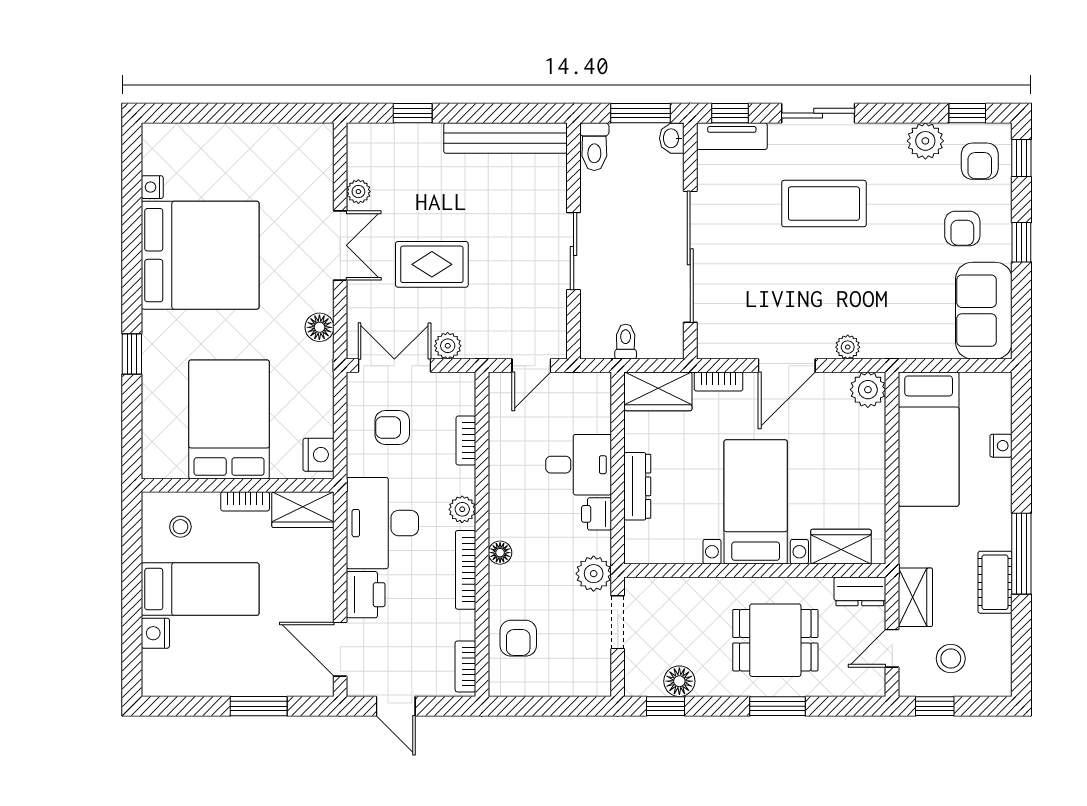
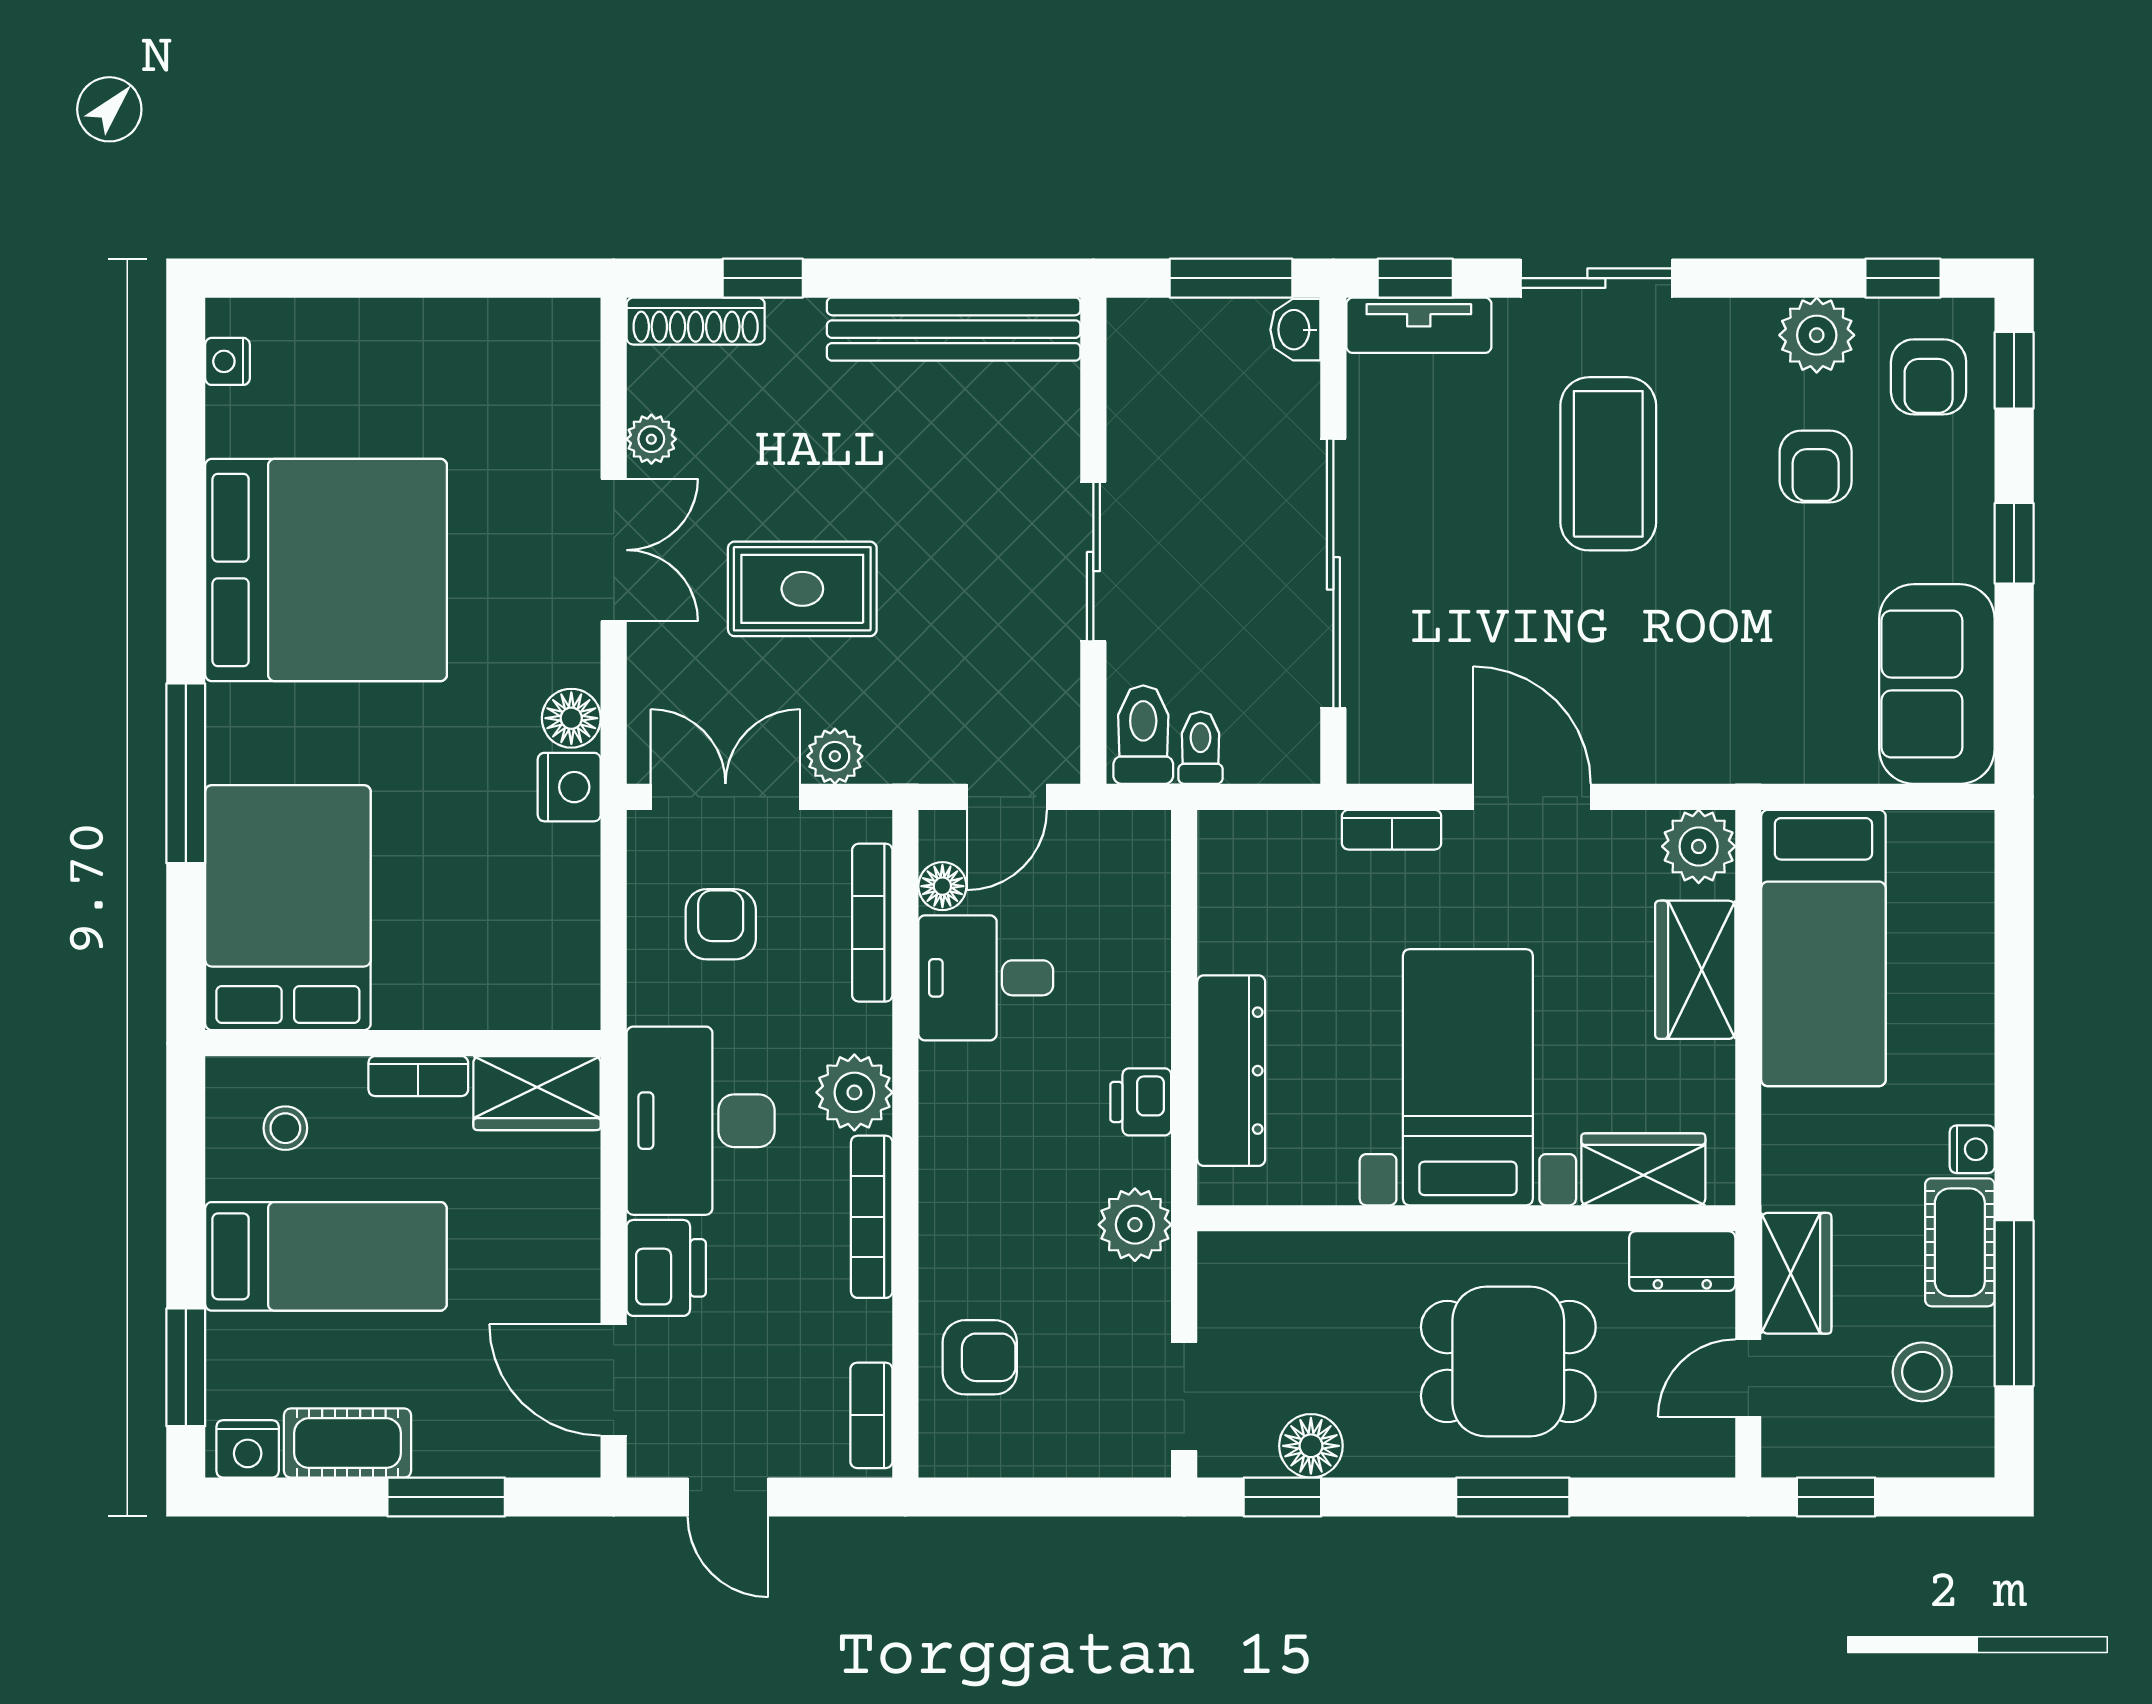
shoe rack: (380, 134) -> (696, 321), added
toilet: (594, 147) -> (1143, 735), moved, turned 180
nightstand: (152, 187) -> (227, 361), moved
coffee table: (824, 204) -> (1608, 464), turned 90
armchair: (962, 229) -> (1816, 466), moved
plant: (848, 347) -> (1657, 759), removed
window: (132, 354) -> (186, 773), width x2.17
door: (787, 366) -> (1532, 797), swing flipped
wardrobe: (658, 391) -> (1695, 970), moved, turned 90
bed: (229, 419) -> (288, 908), moved
armchair: (392, 427) -> (721, 924), turned 90
bookcase: (466, 441) -> (872, 923), width x1.56
nightstand: (1001, 446) -> (1972, 1149), moved
nightstand: (318, 455) -> (569, 787), moved
desk: (579, 465) -> (986, 978), moved, turned 180
dresser: (637, 486) -> (1231, 1071), width x1.37, depth x1.24
plant: (462, 509) -> (854, 1092), width x1.38, depth x1.38
floor lamp: (500, 553) -> (942, 886), moved
window: (1021, 554) -> (2014, 1303), moved
doorway: (618, 622) -> (1184, 1396), moved
nightstand: (155, 633) -> (248, 1449), moved, turned -90
armchair: (518, 638) -> (980, 1357), turned -90
window: (132, 643) -> (186, 1367), added
stool: (951, 659) -> (1922, 1372), moved
cot: (211, 680) -> (347, 1443), added

